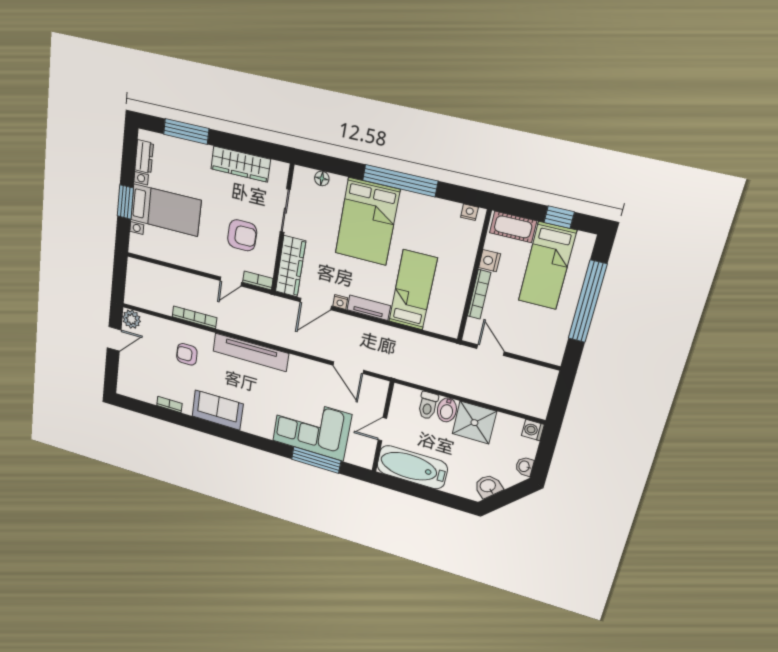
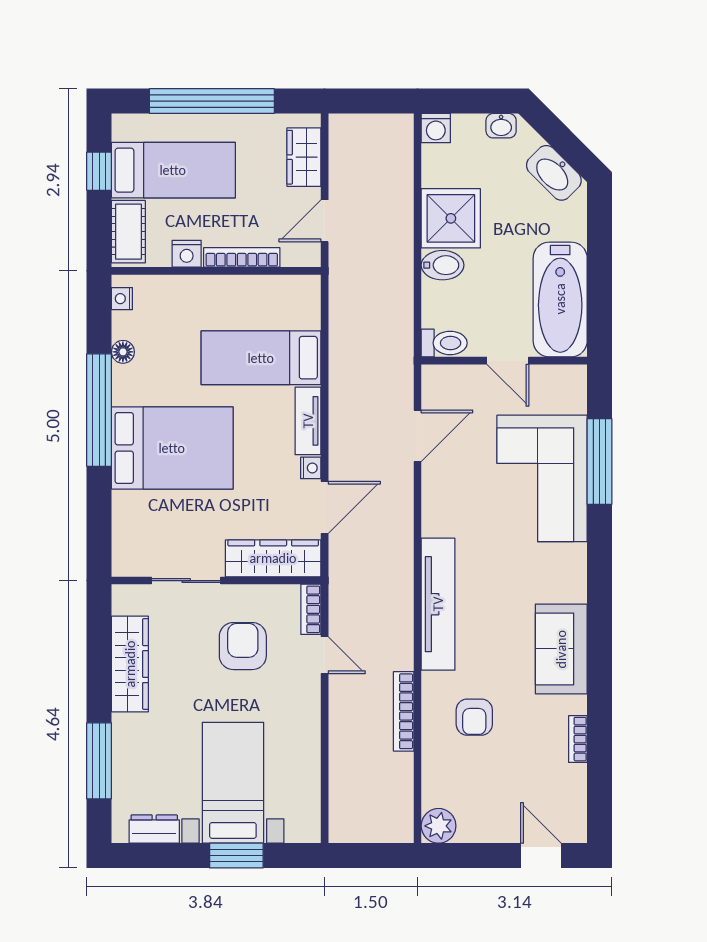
floor lamp: (322, 178) -> (123, 352), moved
door: (316, 304) -> (325, 507), hinge flipped
door: (114, 339) -> (541, 856), moved
wardrobe: (535, 349) -> (304, 157), added
toilet: (428, 406) -> (444, 343), moved
washbasin: (488, 486) -> (554, 173), width x1.38

